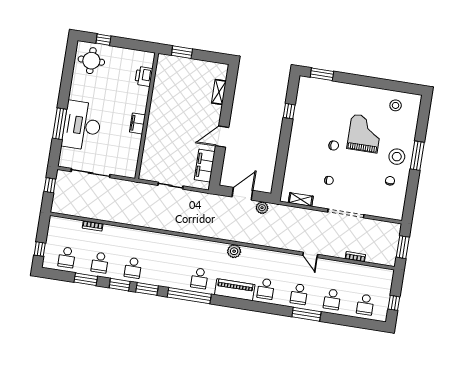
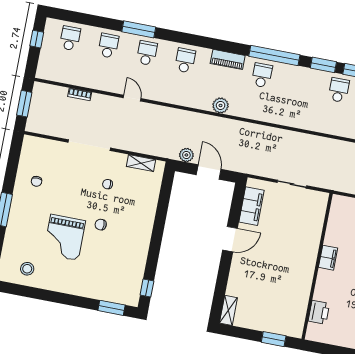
shelving: (219, 92) -> (228, 310), moved
window: (289, 111) -> (147, 288), moved
stool: (397, 157) -> (28, 209), removed
door: (242, 194) -> (209, 172), swing flipped
piano: (235, 290) -> (228, 59), width x0.73, depth x0.75

